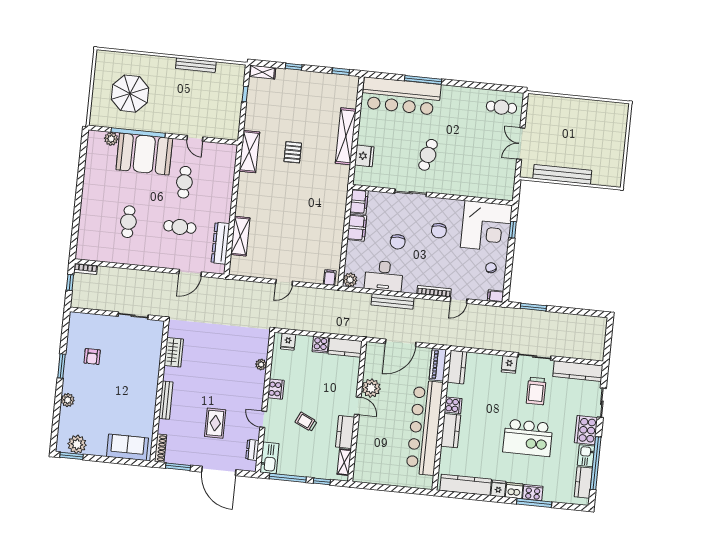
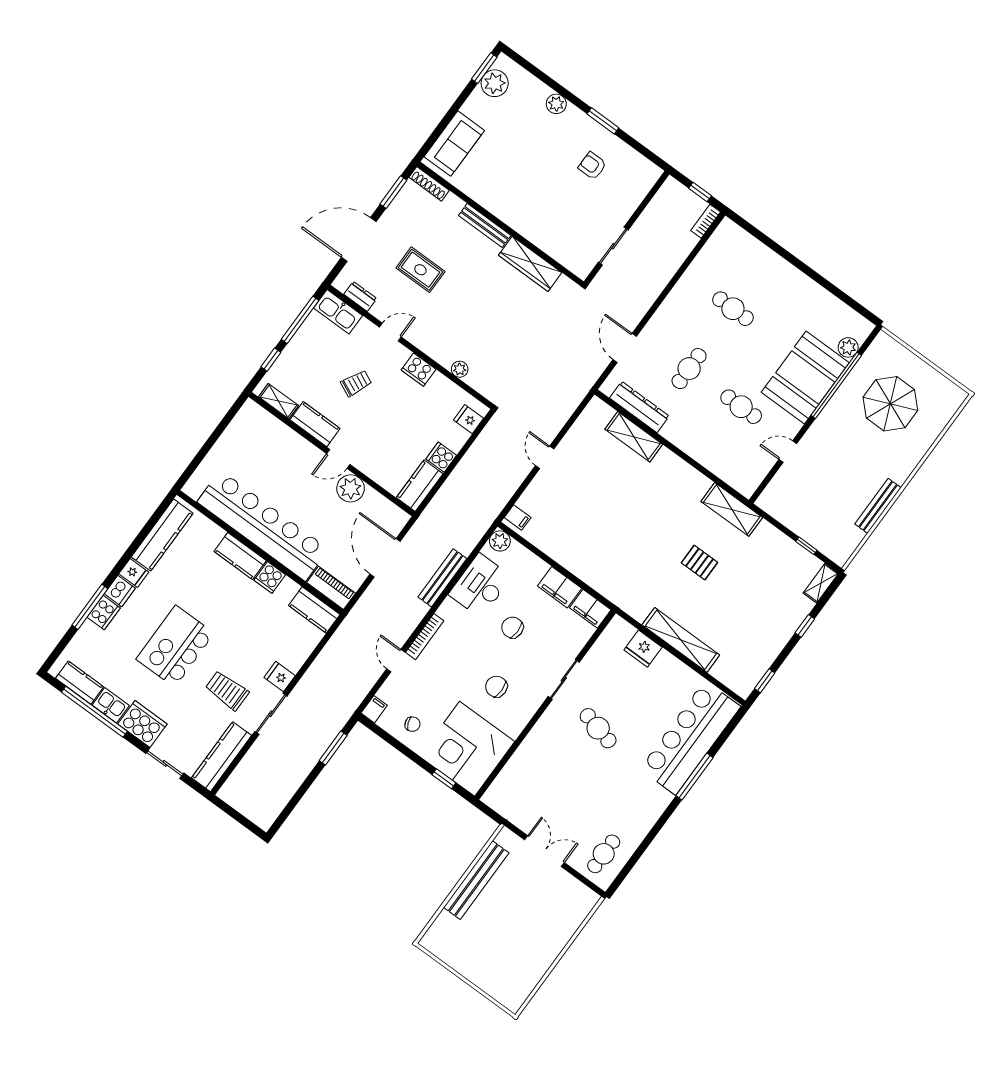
wardrobe: (174, 352) -> (530, 264), width x1.50

